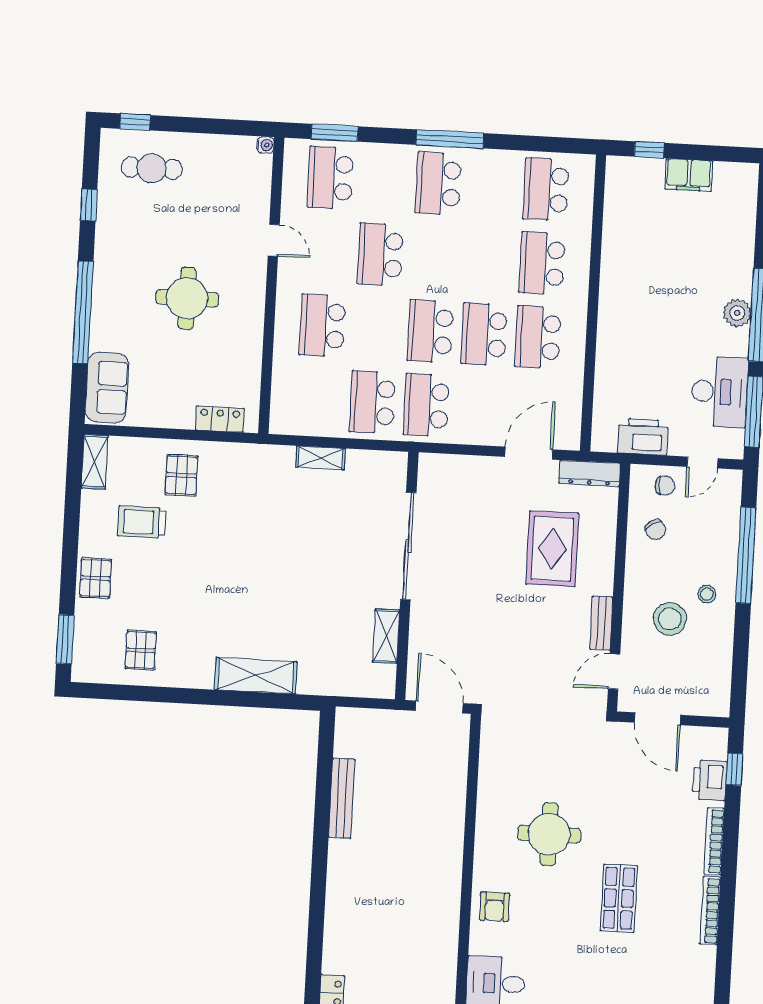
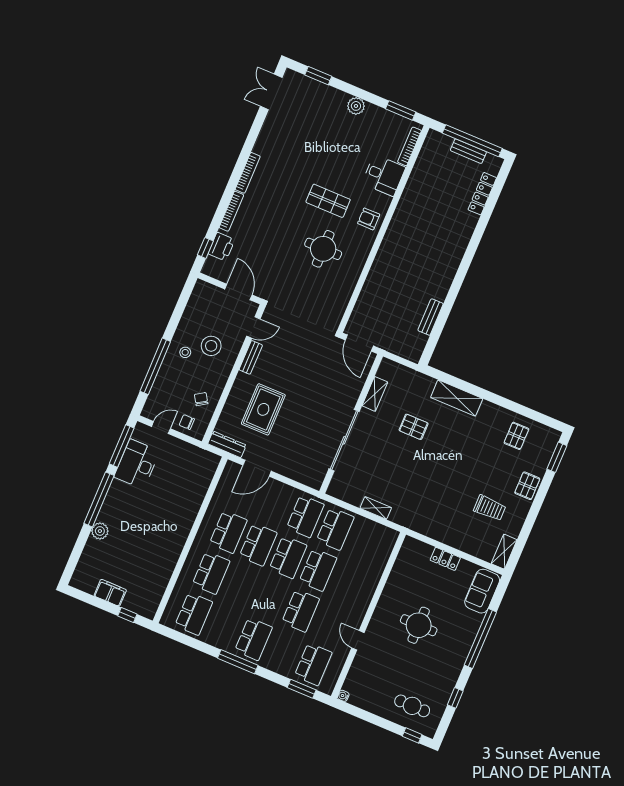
plant: (737, 313) -> (100, 531), moved
school desk: (322, 325) -> (318, 570), moved
locker: (220, 419) -> (445, 559), moved
printer: (643, 437) -> (189, 454), removed
pallet: (182, 475) -> (414, 427), moved, turned 90
bench: (342, 798) -> (431, 317), width x0.73
shop shelf: (619, 898) -> (328, 201), moved, turned 90
armchair: (495, 907) -> (369, 219), turned -90

